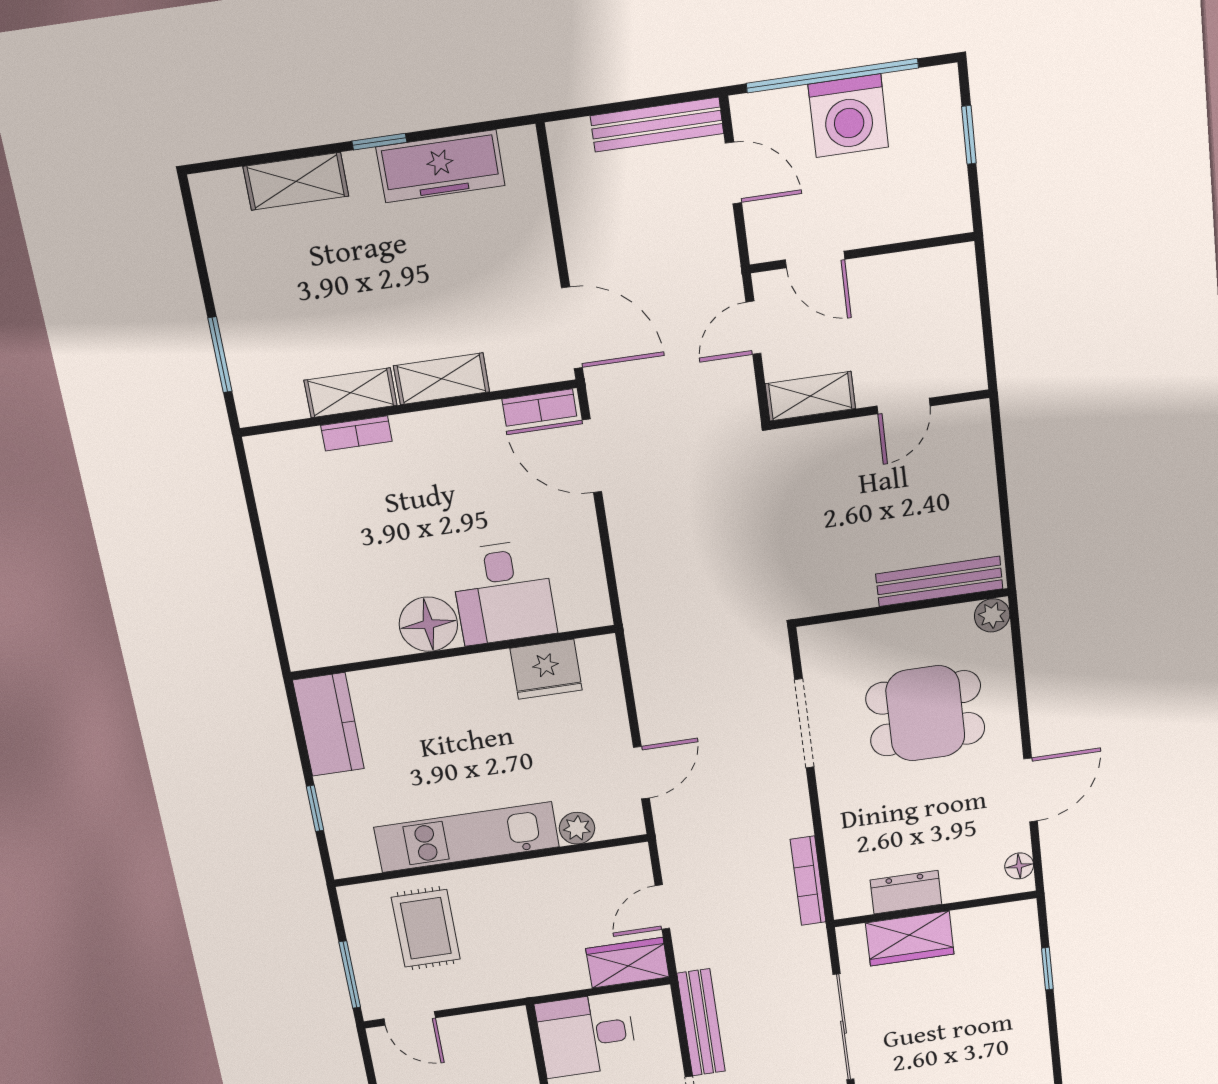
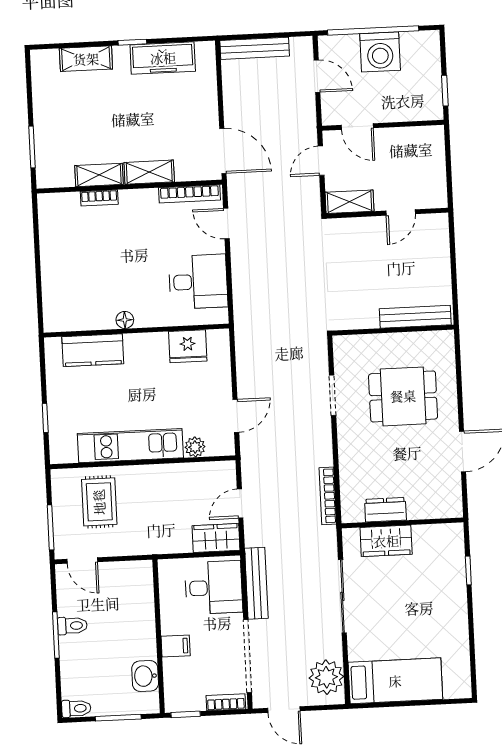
bench: (657, 125) -> (255, 48), moved
window: (969, 135) -> (445, 91), moved
bookcase: (539, 408) -> (190, 194), width x1.56
door: (592, 456) -> (226, 224), width x0.73
desk: (503, 593) -> (198, 282), moved, turned -90
plant: (992, 615) -> (444, 340), removed
floor lamp: (428, 624) -> (125, 320), width x0.53, depth x0.53
doorway: (804, 723) -> (333, 395), width x0.73
kitchen counter: (329, 725) -> (93, 350), moved, turned 90
floor lamp: (1019, 866) -> (454, 500), removed
desk: (586, 1035) -> (214, 588), moved, turned 180

